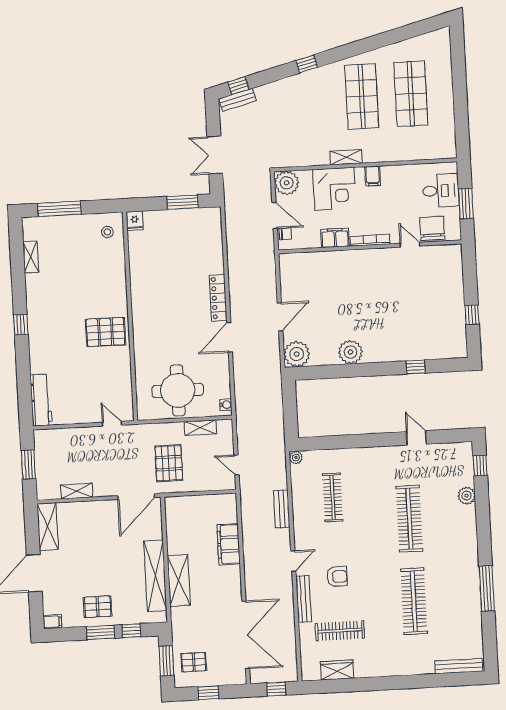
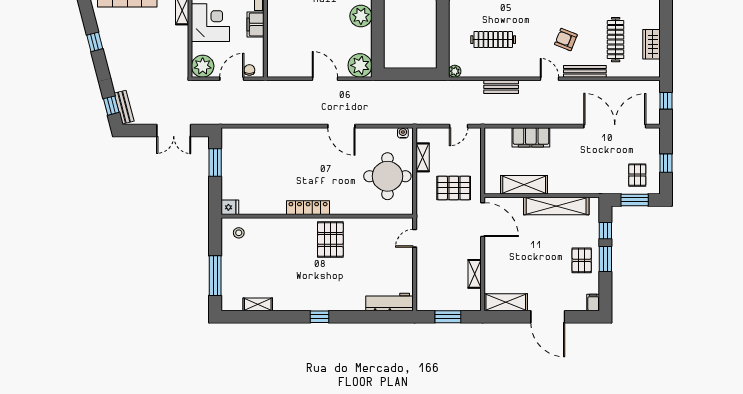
locker: (218, 298) -> (308, 208), moved, turned 180
armchair: (337, 577) -> (566, 40), turned -68
shelving: (179, 580) -> (524, 185), moved

